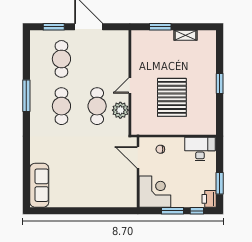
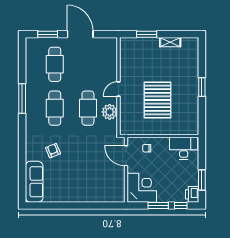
armchair: (60, 152) -> (53, 151), added

